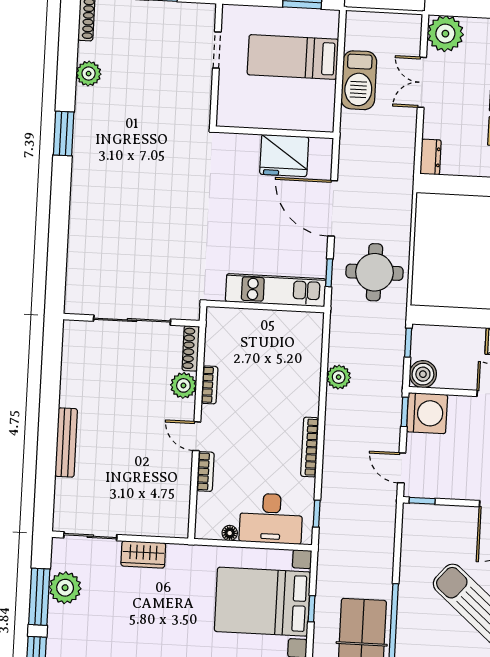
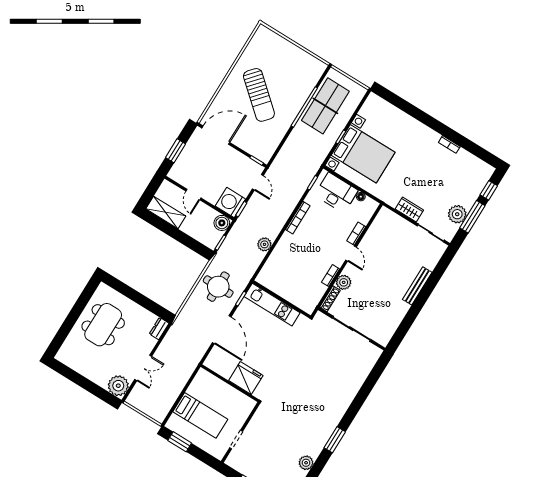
barbecue: (359, 80) -> (174, 386), removed
fridge: (284, 156) -> (246, 378), moved

